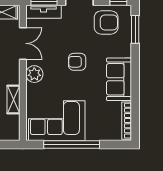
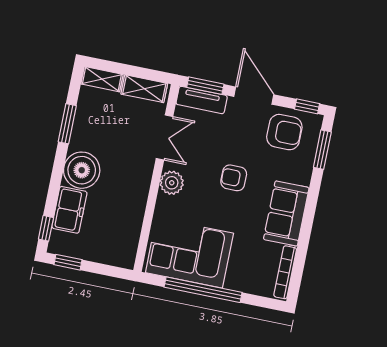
shelving: (13, 100) -> (136, 212), removed

